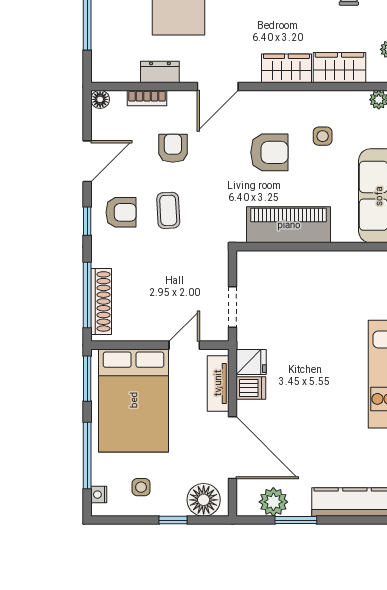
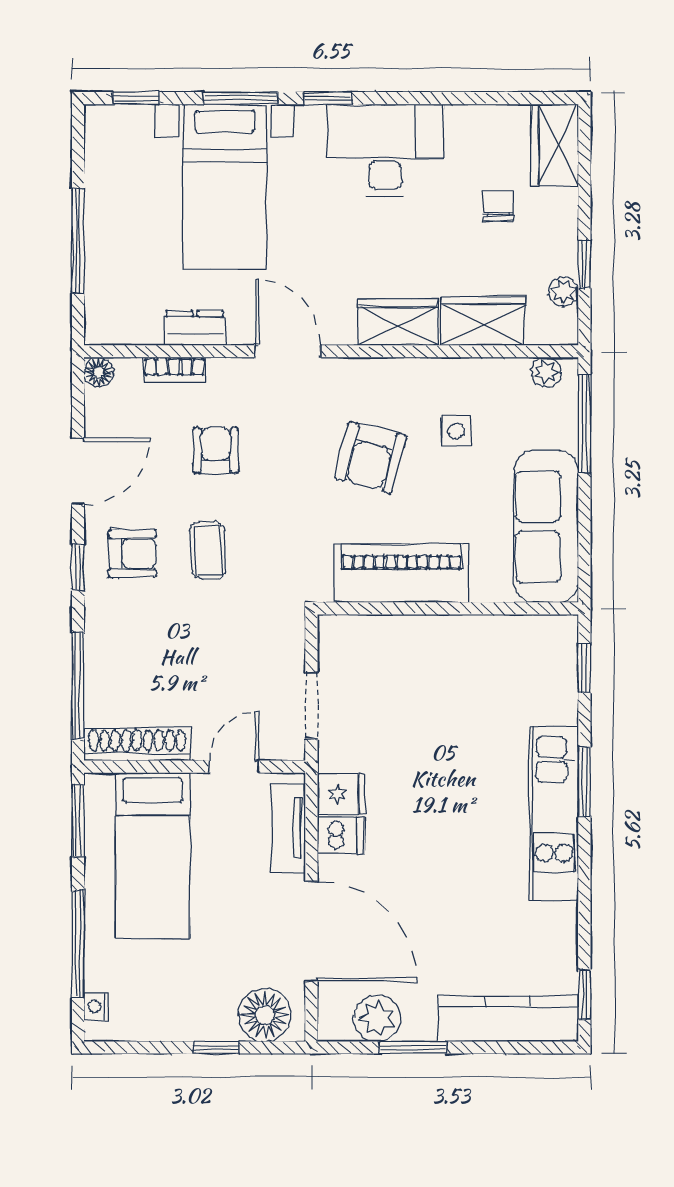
door: (218, 86) -> (288, 351), swing flipped
armchair: (269, 152) -> (371, 457), turned 104
shoe rack: (101, 301) -> (137, 744), moved, turned -90
bed: (134, 400) -> (152, 855), width x0.67
side table: (141, 487) -> (164, 995), removed

